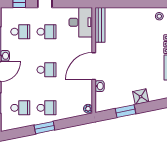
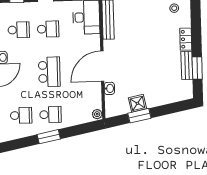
school desk: (46, 70) -> (49, 72), width x1.85
shower: (141, 97) -> (137, 103), moved

